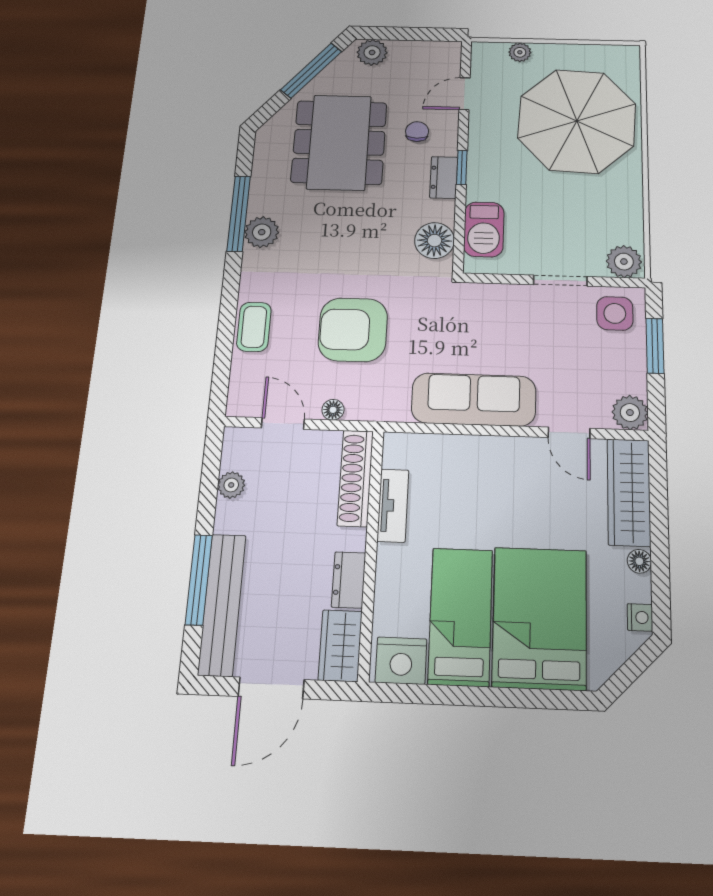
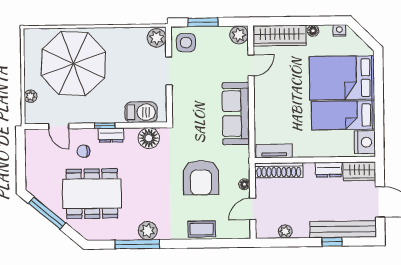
plant: (372, 52) -> (34, 180), removed
tv unit: (393, 505) -> (274, 151), moved
window: (199, 580) -> (332, 242), width x0.46

